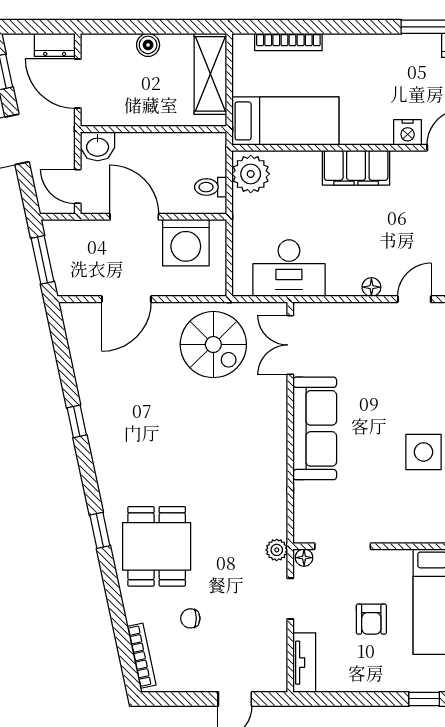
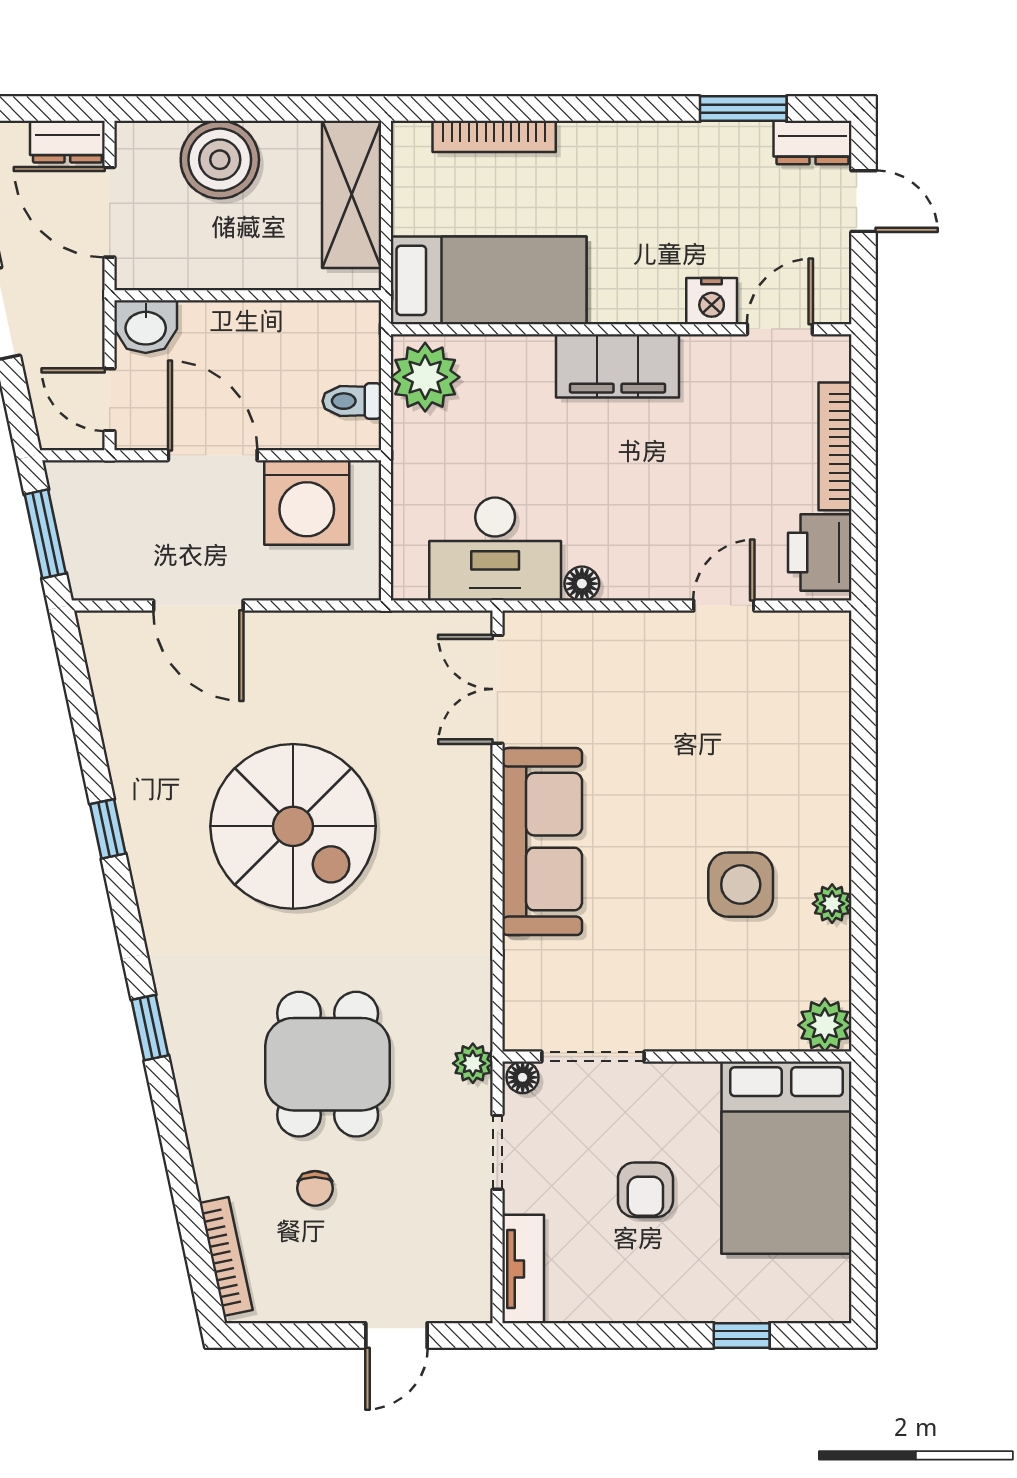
boiler: (148, 45) -> (220, 160), width x1.86, depth x1.86
floor lamp: (371, 287) -> (582, 584), moved
door: (126, 299) -> (198, 606), hinge flipped
spiral stairs: (213, 345) -> (293, 826), moved, width x1.37, depth x1.37
dining table: (157, 546) -> (328, 1064), moved
chair: (190, 618) -> (315, 1188), turned -90

